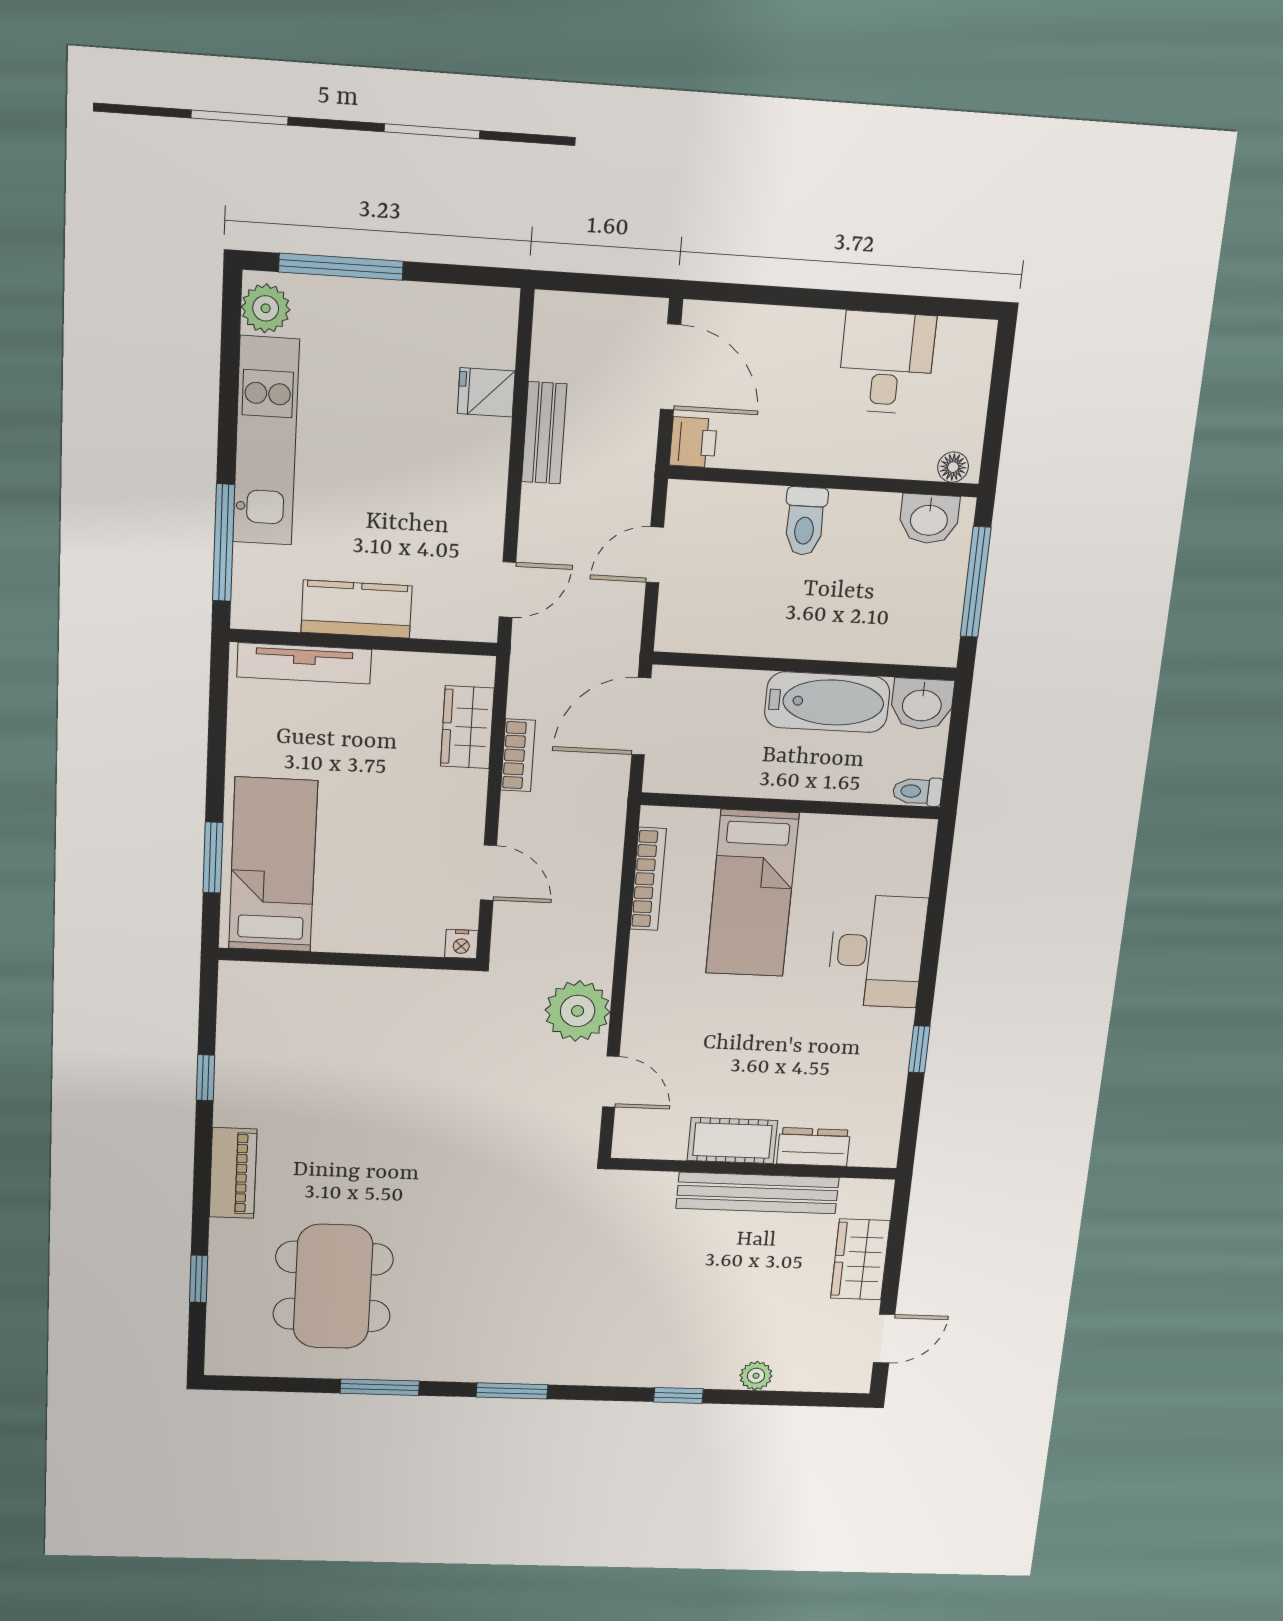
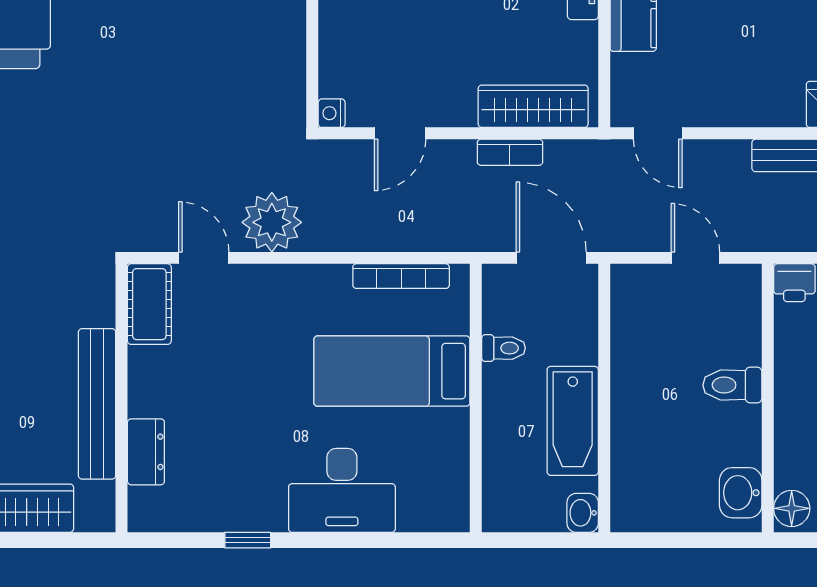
floor lamp: (953, 467) -> (792, 508), width x1.37, depth x1.37
window: (976, 582) -> (688, 540), removed
washbasin: (922, 704) -> (583, 513), width x0.72, depth x0.69
wardrobe: (467, 727) -> (533, 106), width x1.50
toilet: (918, 791) -> (503, 348), moved, turned 90
door: (611, 1082) -> (204, 258), swing flipped
cot: (732, 1141) -> (149, 304), moved

